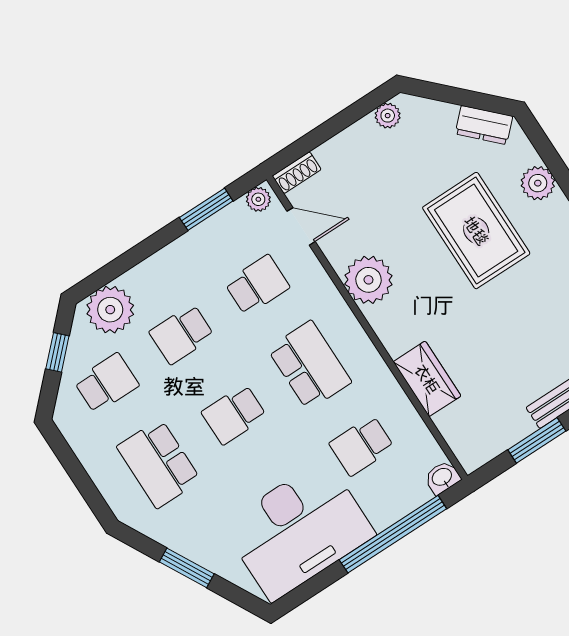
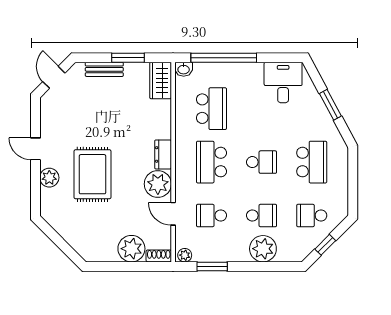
plant: (388, 116) -> (131, 249), moved, width x1.88, depth x1.88
dresser: (484, 125) -> (163, 154), moved, turned -135
door: (301, 226) -> (173, 214), moved
plant: (110, 310) -> (263, 249), moved
wardrobe: (427, 379) -> (161, 81), moved
school desk: (362, 446) -> (211, 109), width x1.85
desk: (298, 530) -> (283, 82), width x0.53, depth x0.77

